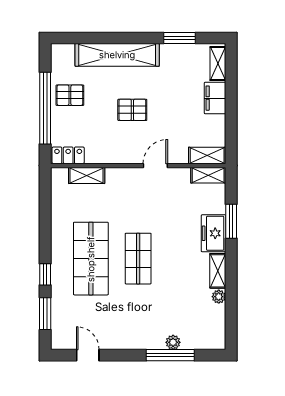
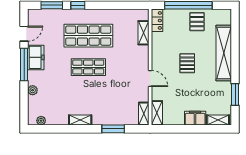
freezer: (214, 233) -> (36, 57), moved, turned 90
plant: (219, 297) -> (41, 121), moved
window: (170, 355) -> (24, 64), moved

